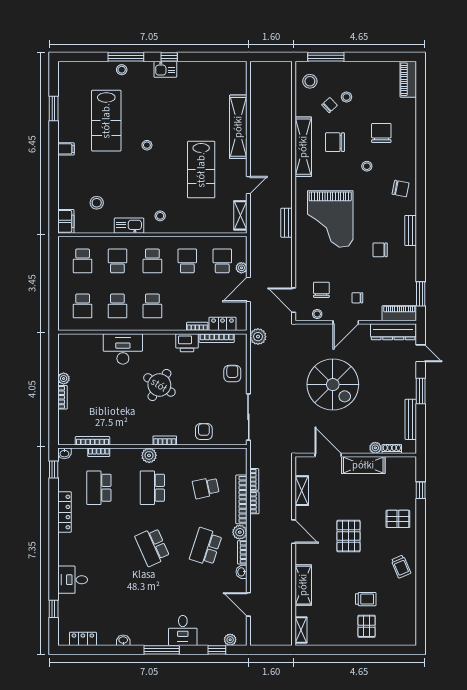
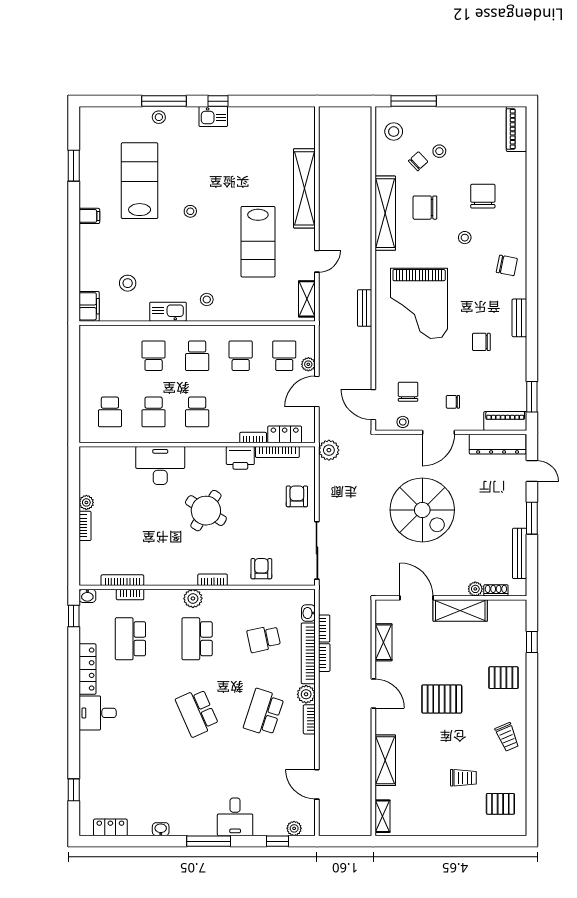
lab bench: (106, 121) -> (140, 181), turned 180
school desk: (83, 261) -> (110, 356), removed
pallet: (348, 536) -> (442, 699), turned 90
washbasin: (242, 572) -> (308, 613), moved
desk: (73, 580) -> (98, 713), moved
pallet: (367, 626) -> (500, 804), moved, turned 90

